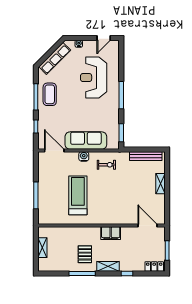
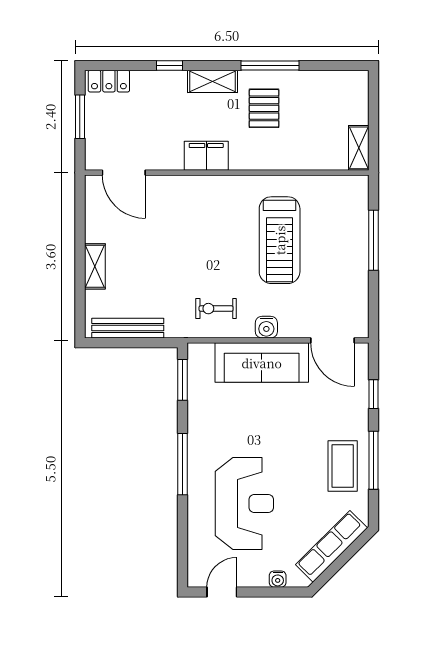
shelving: (42, 248) -> (359, 148), moved

